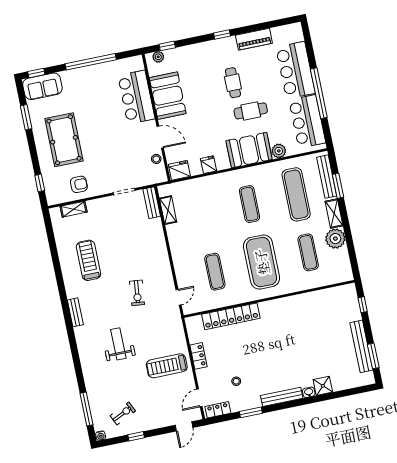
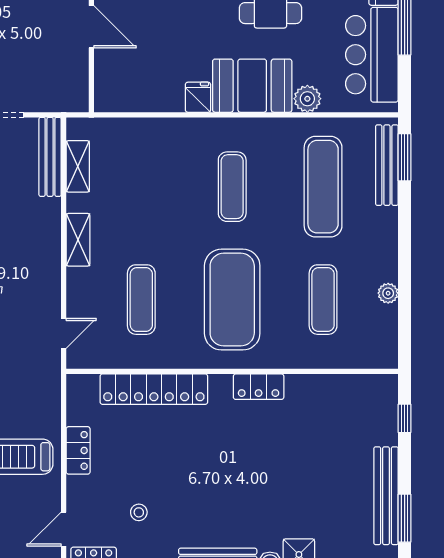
stool: (156, 159) -> (75, 66), removed
fridge: (209, 165) -> (198, 97), moved
fridge: (179, 170) -> (114, 97), removed
window: (338, 186) -> (405, 157), moved
bench: (152, 203) -> (50, 157), width x1.36
shelving: (334, 213) -> (78, 240), moved
plant: (335, 239) -> (388, 293), width x0.53, depth x0.53
locker: (284, 304) -> (259, 387), added

